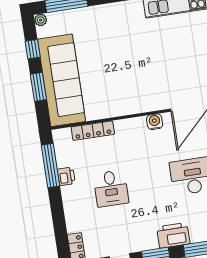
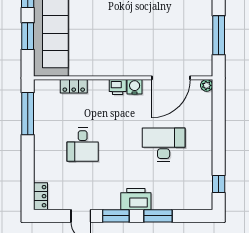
locker: (93, 131) -> (74, 86), width x0.66
printer: (66, 176) -> (118, 87), moved, turned 90

